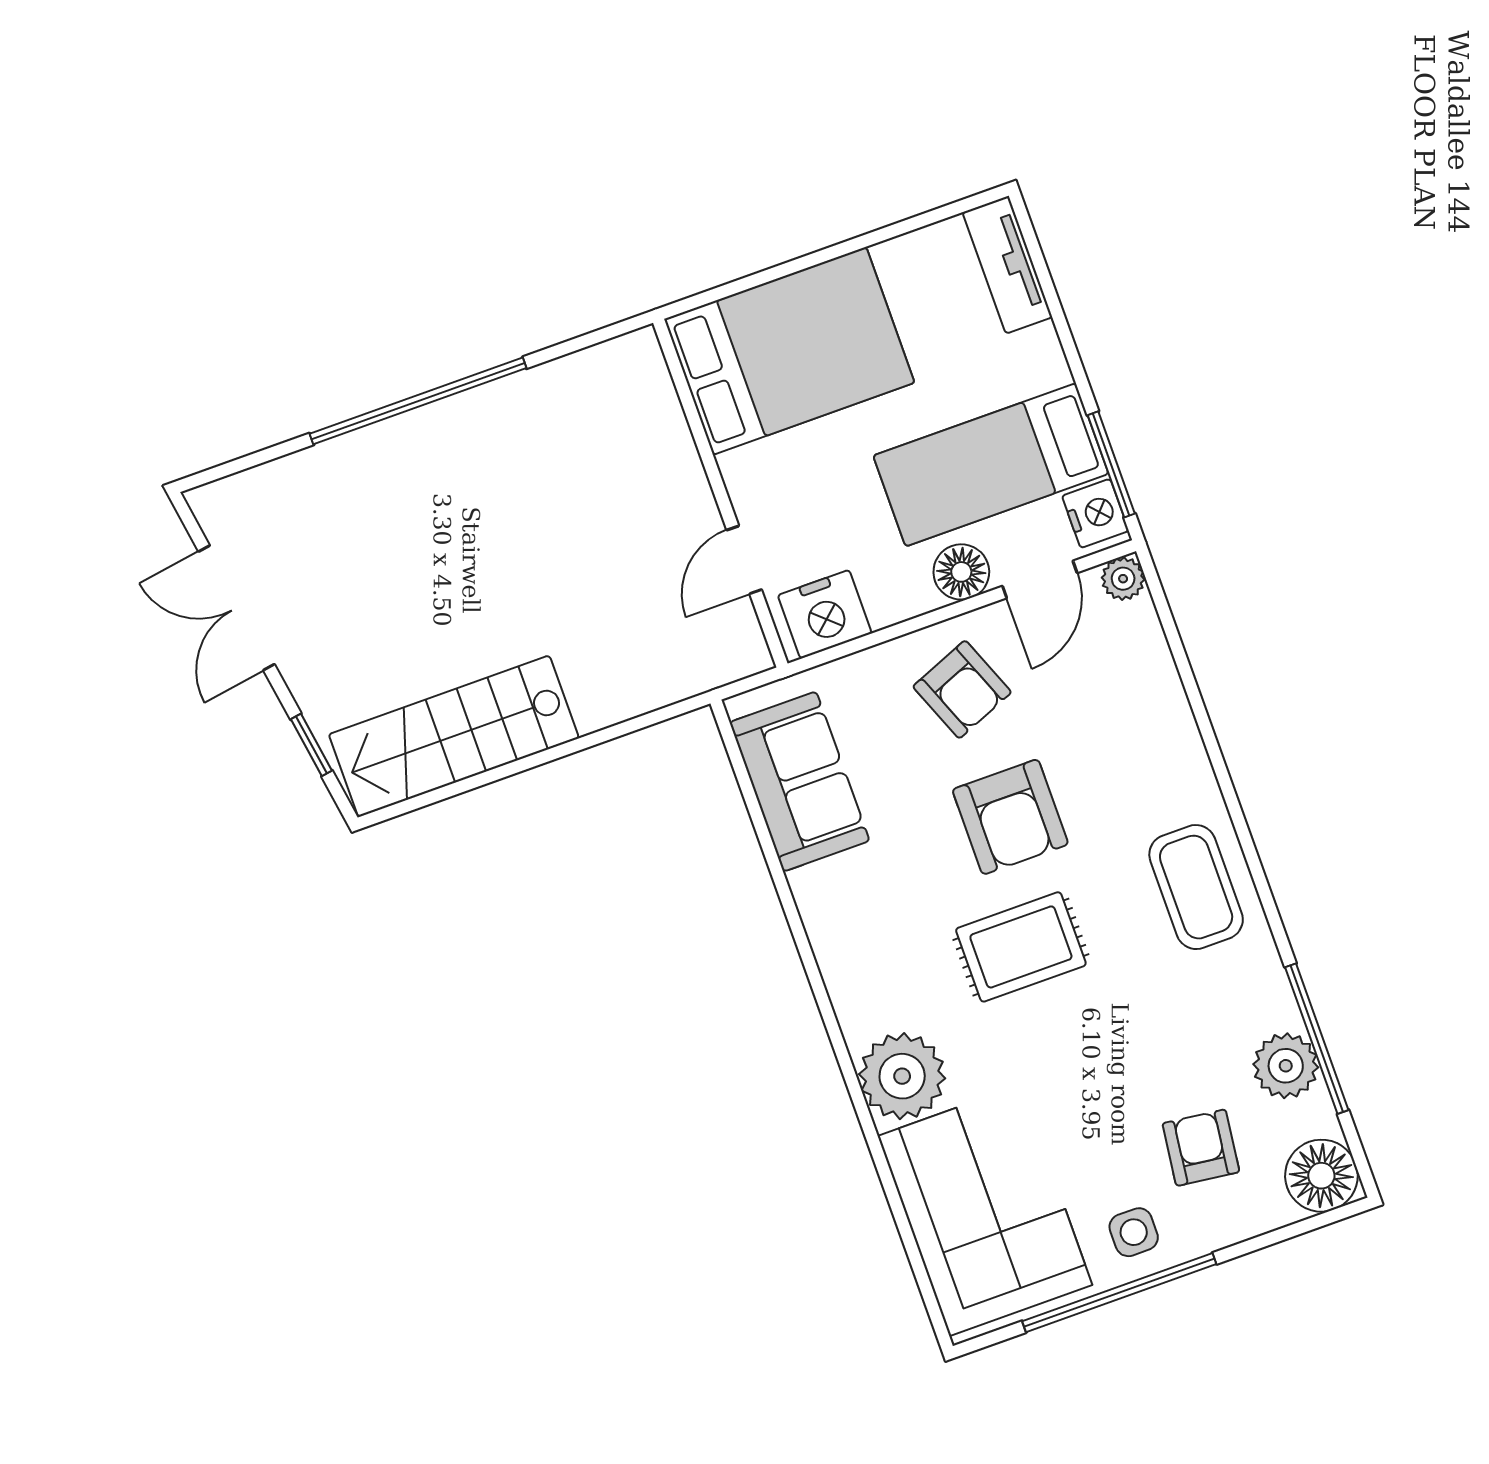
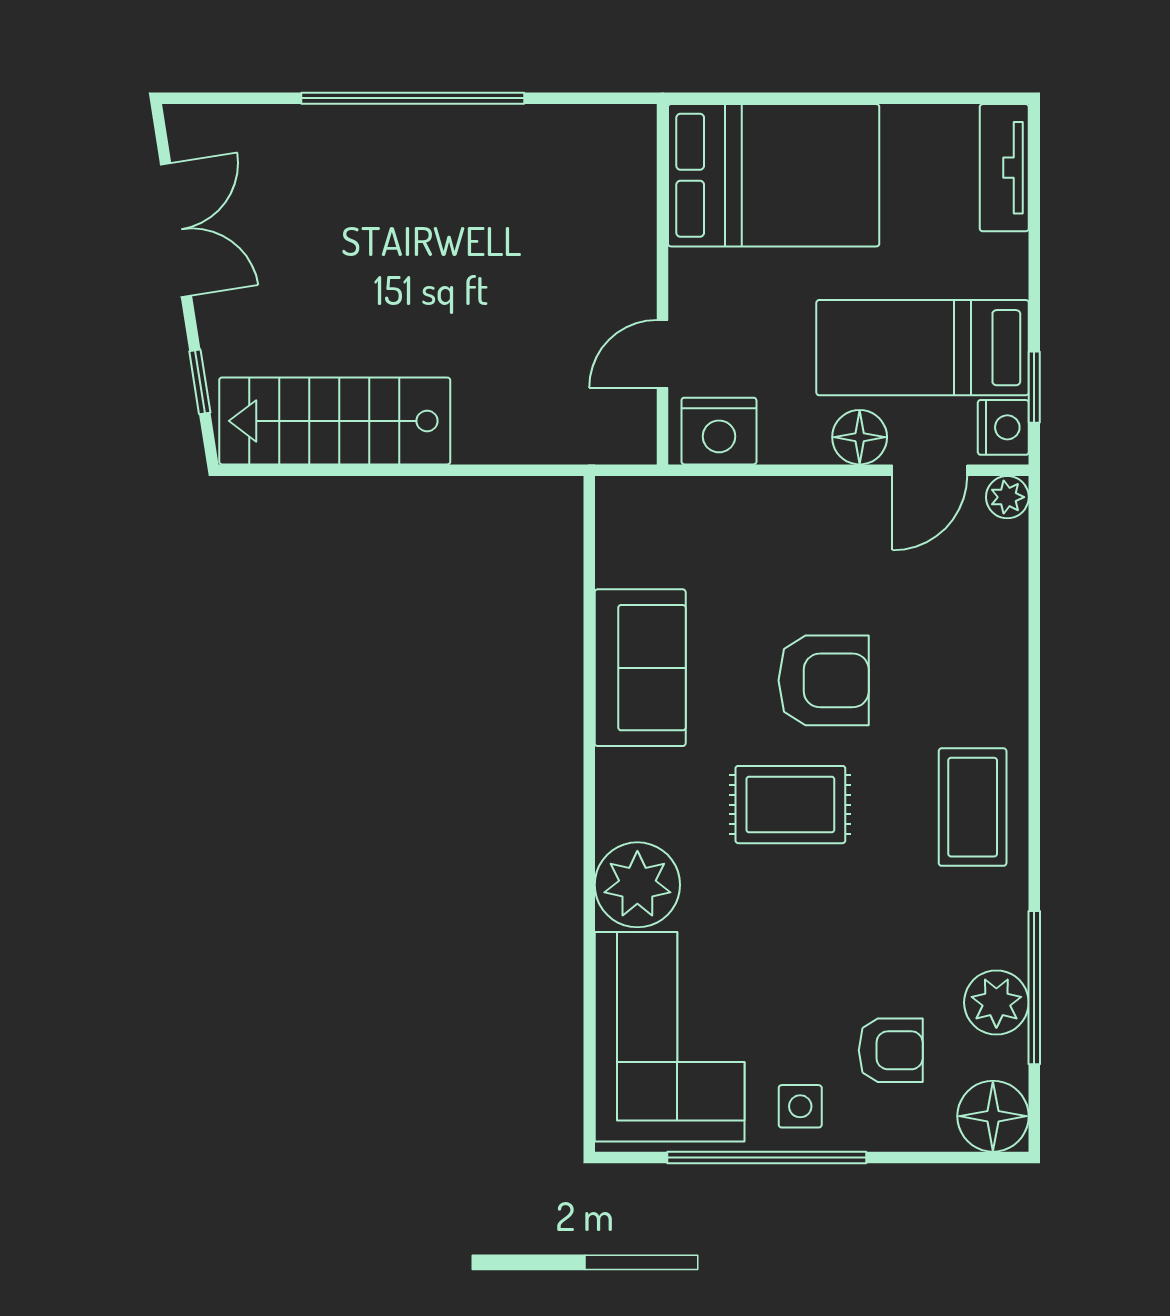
window: (1111, 464) -> (1034, 387), width x0.67
double door: (237, 608) -> (176, 230), swing flipped
armchair: (962, 689) -> (821, 546), removed
sofa: (800, 782) -> (640, 668), moved
armchair: (1010, 817) -> (824, 680), turned -90
armchair: (1201, 1148) -> (891, 1050), turned 83

